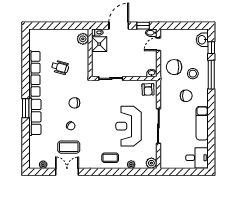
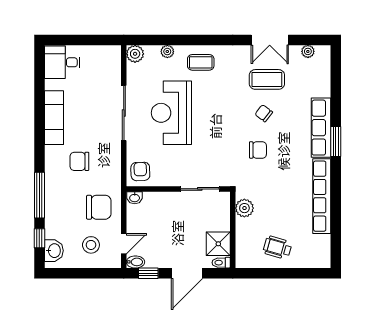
plant: (83, 39) -> (244, 208), moved
wheelchair: (60, 67) -> (278, 248), moved
stool: (193, 74) -> (91, 245), moved
reception desk: (129, 126) -> (171, 113), turned 180

